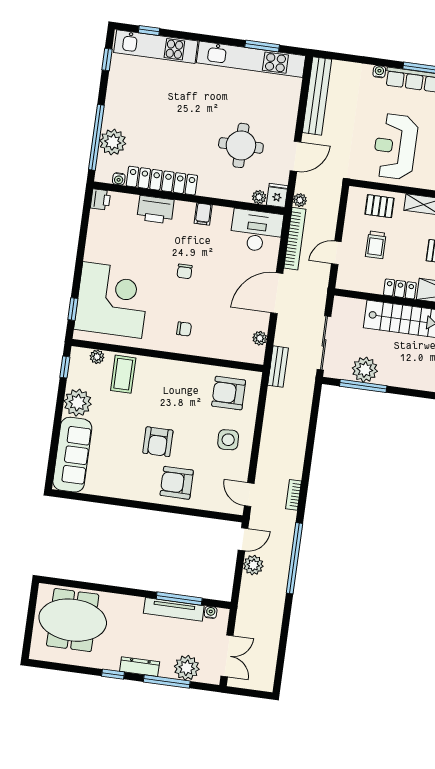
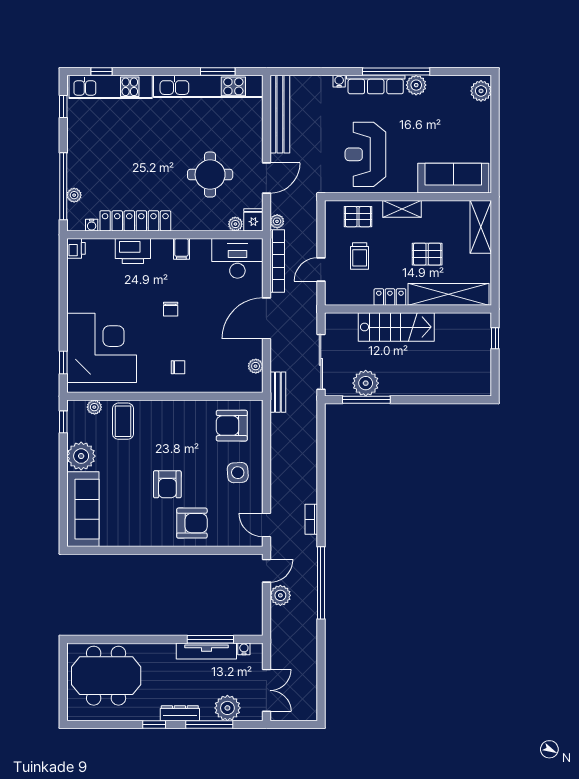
plant: (113, 142) -> (74, 195), width x0.53, depth x0.53
armchair: (177, 483) -> (192, 523), turned 180

